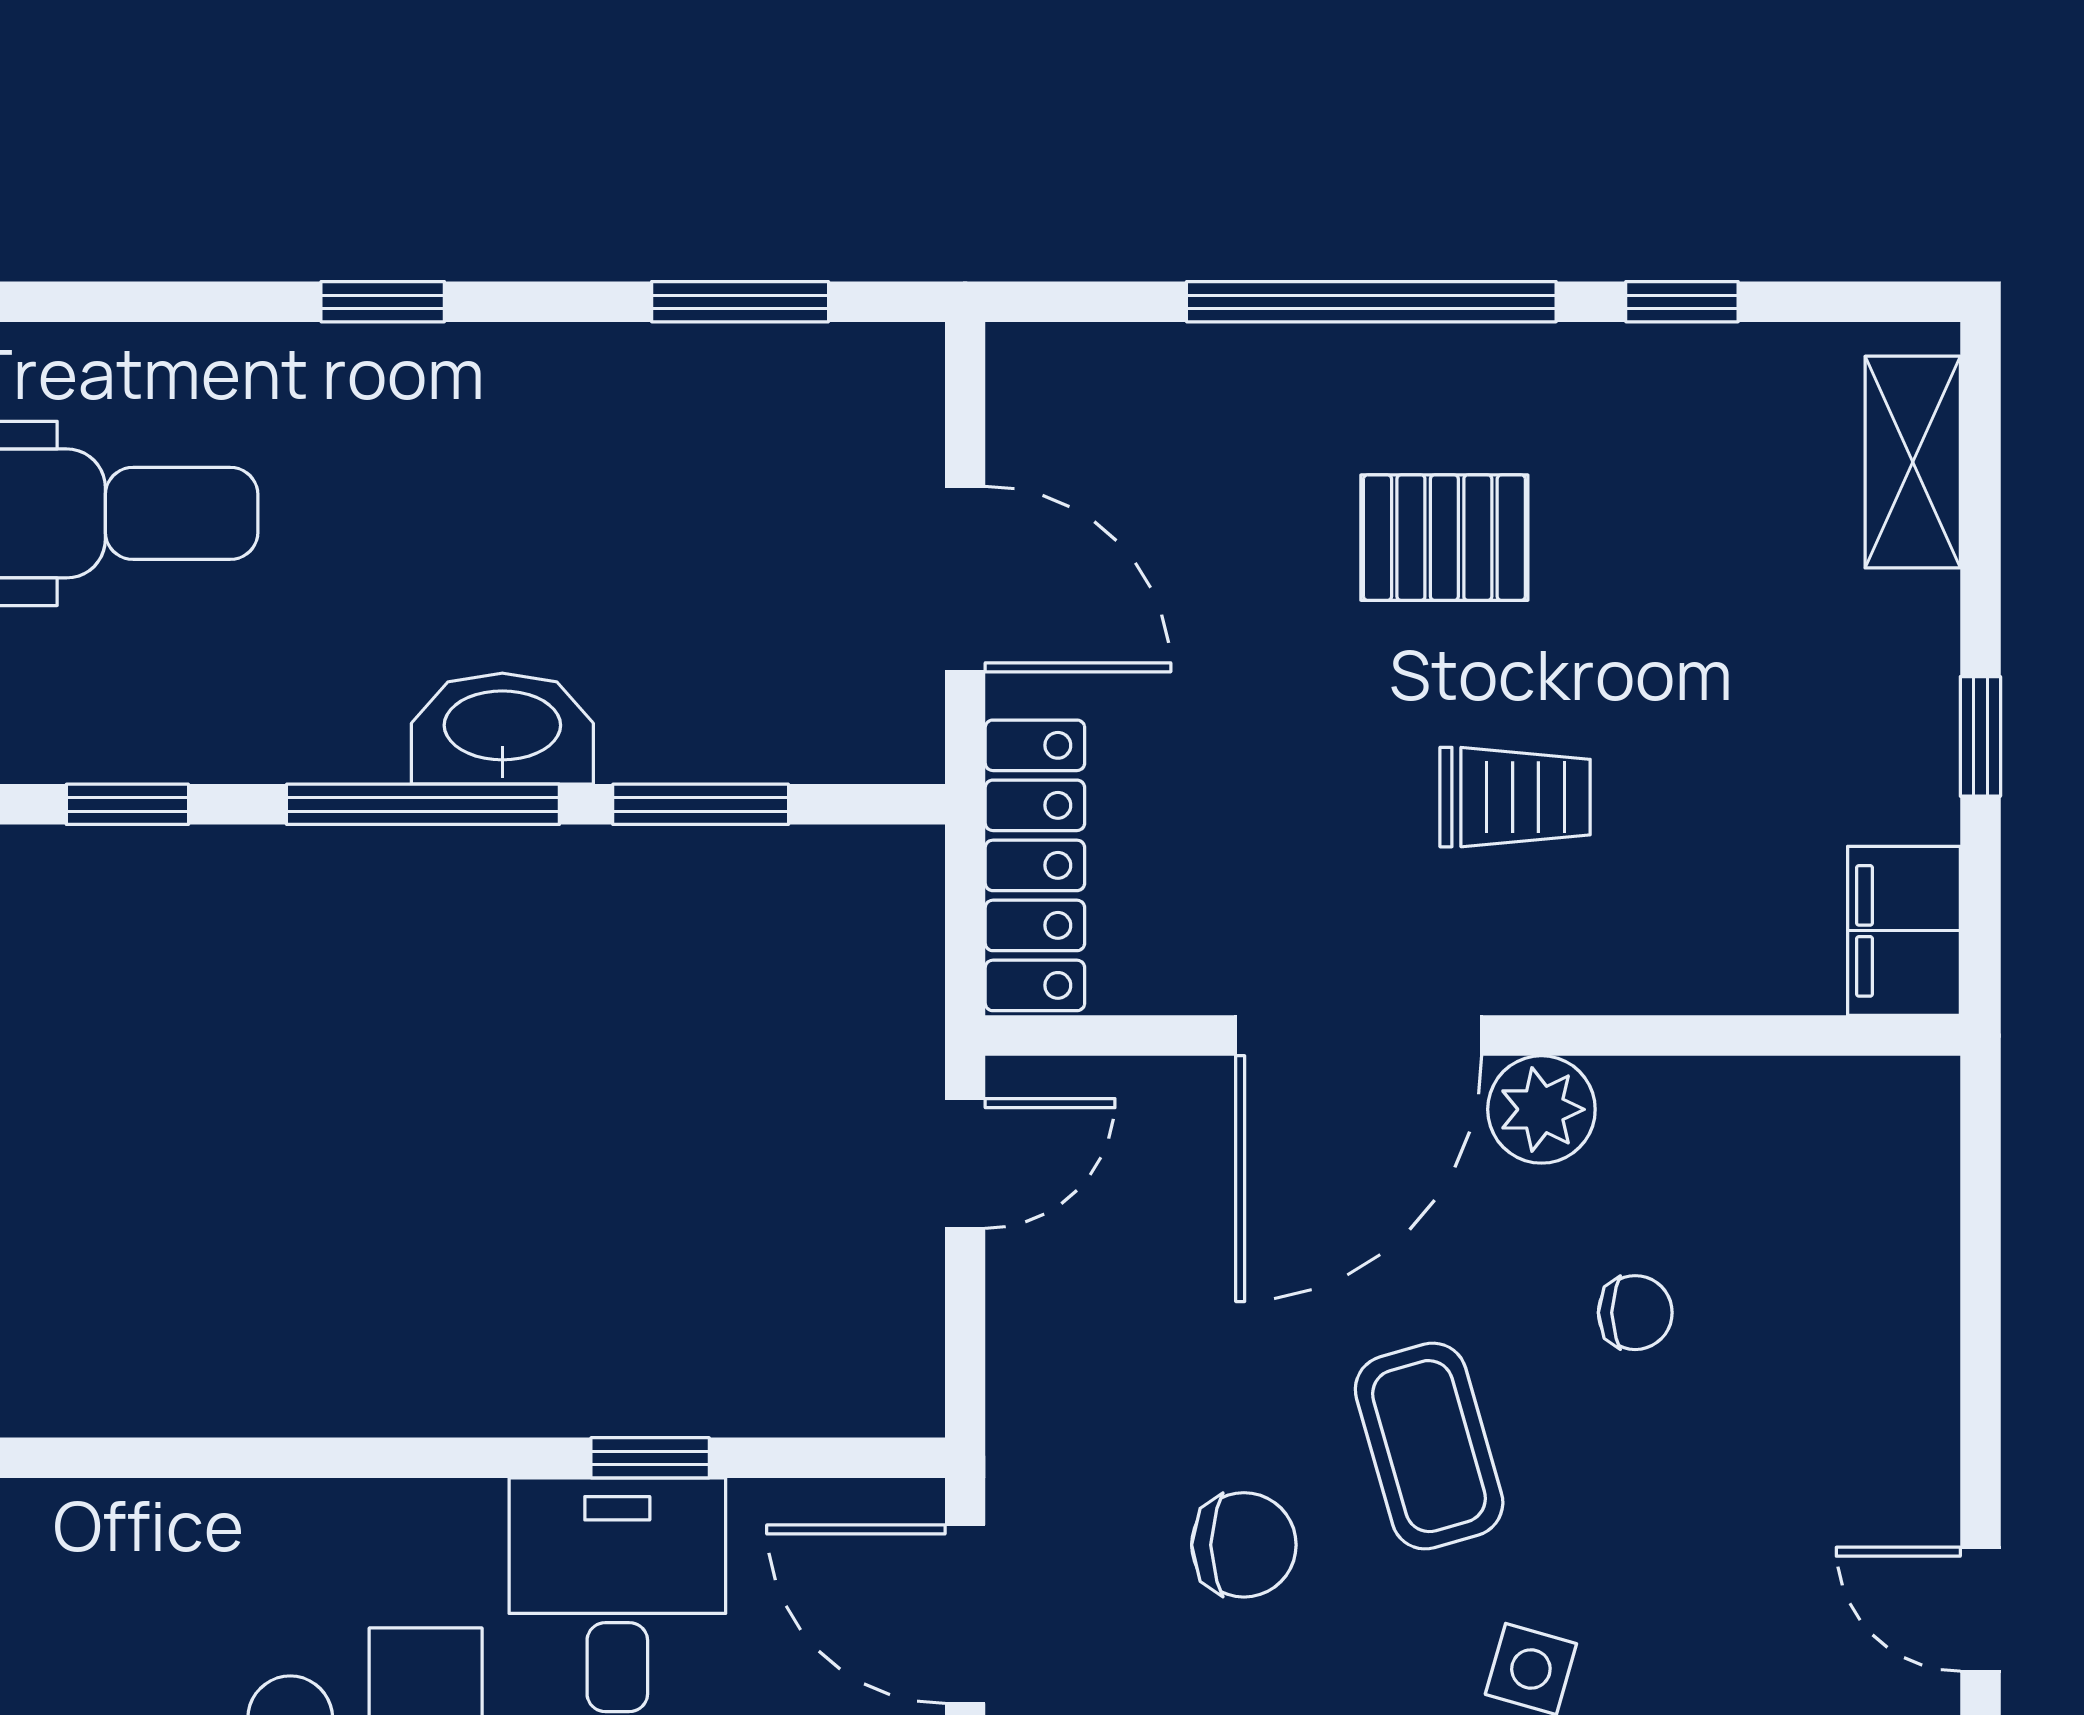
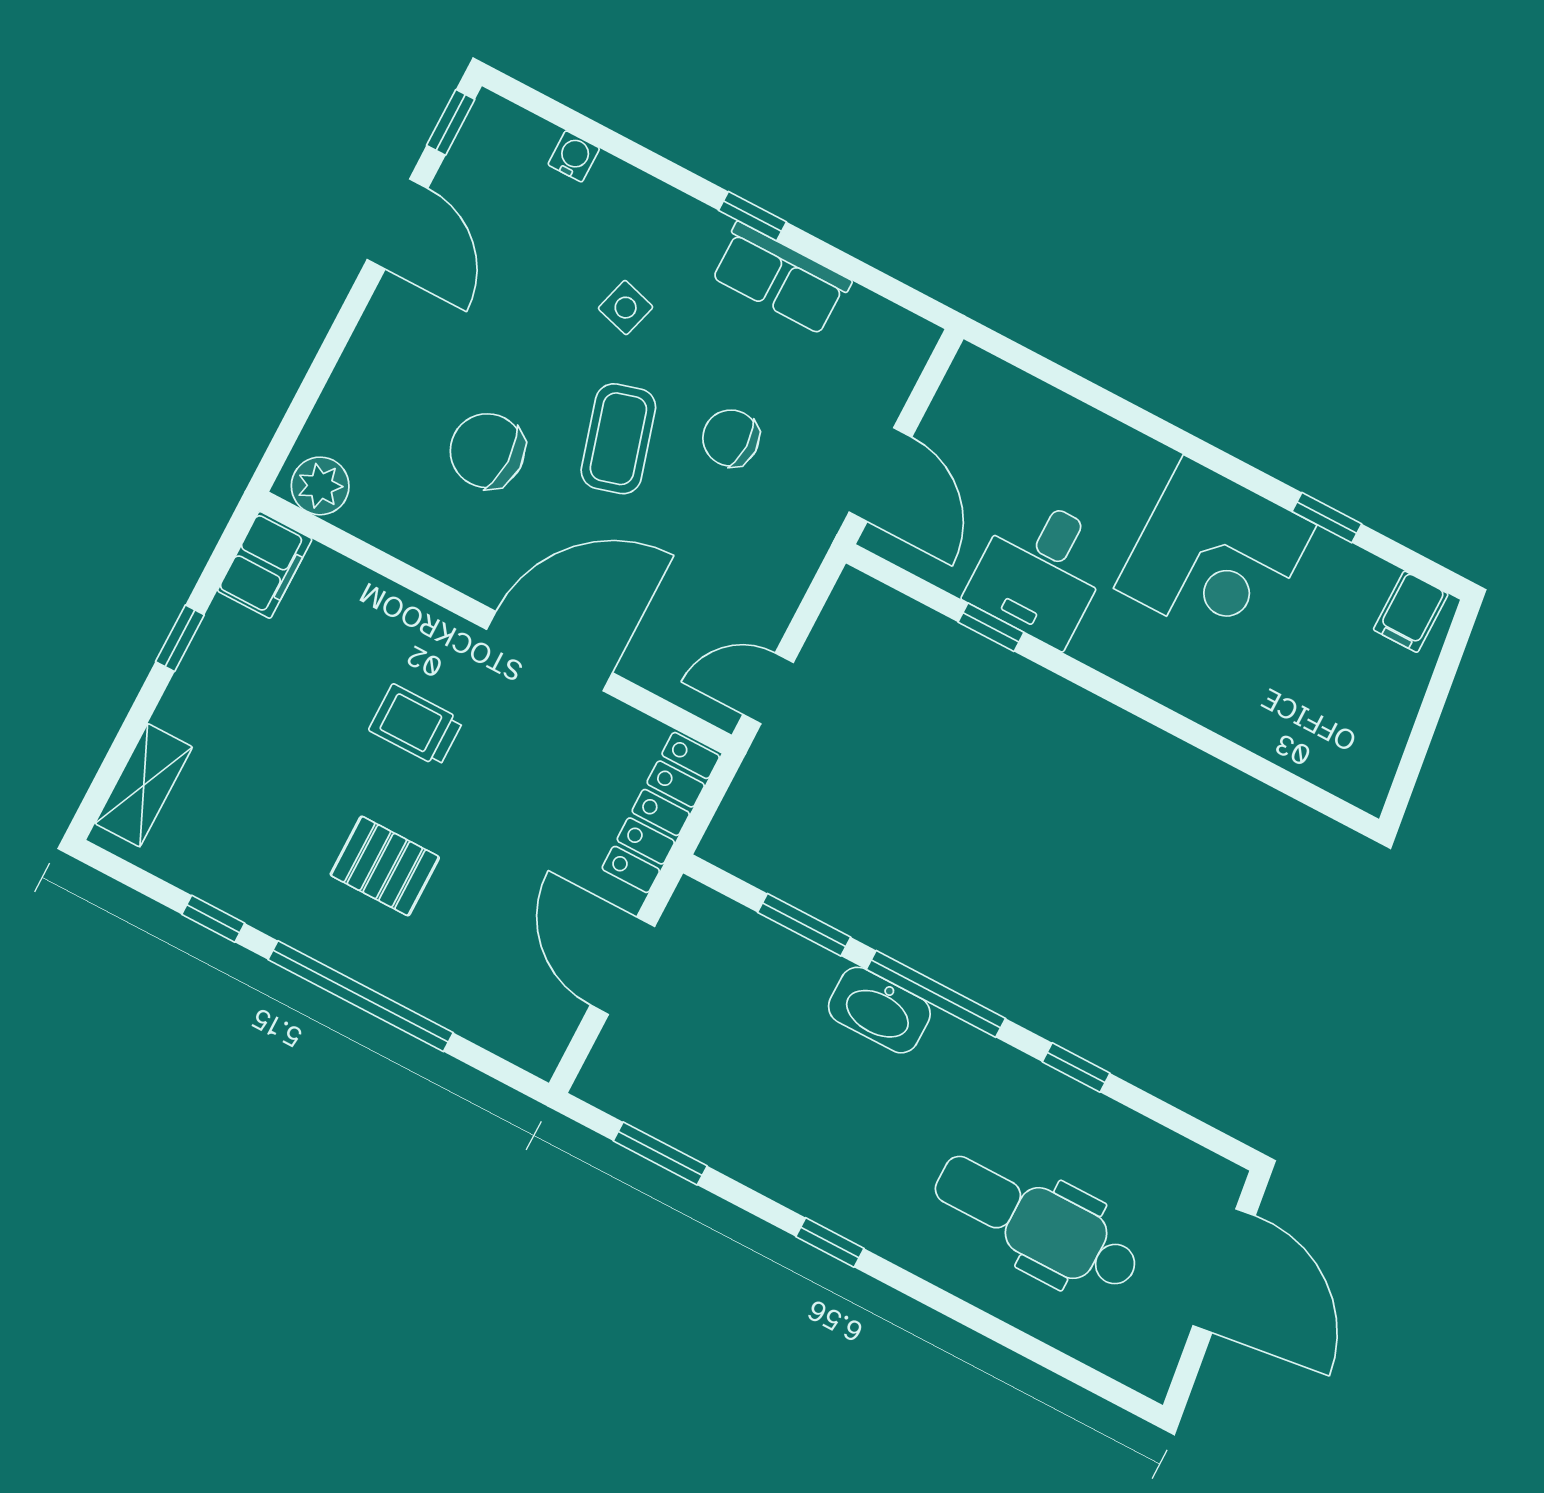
plant: (1541, 1109) -> (320, 486), moved
chair: (1635, 1313) -> (487, 451), width x1.87, depth x1.87
door: (1980, 1609) -> (397, 224), width x1.38

